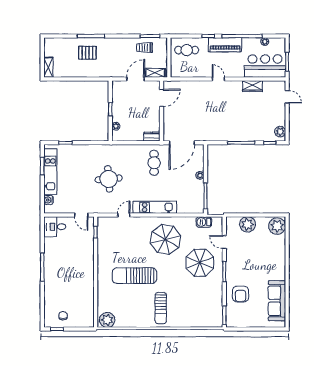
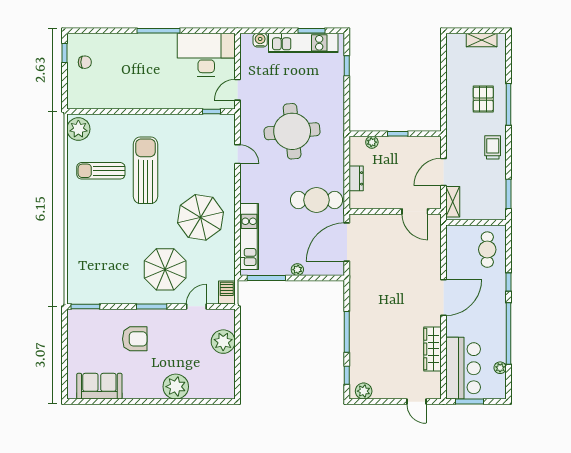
piano: (225, 45) -> (495, 308), removed
trolley: (144, 48) -> (493, 147), moved
shelving: (48, 67) -> (482, 40), moved
door: (136, 79) -> (443, 172), swing flipped
door: (218, 79) -> (443, 298), width x1.88
wardrobe: (252, 86) -> (433, 349), width x1.50
door: (287, 97) -> (416, 402), hinge flipped
dresser: (152, 137) -> (356, 178), moved
door: (182, 143) -> (347, 242), hinge flipped
cafe table: (154, 163) -> (316, 200), width x1.37, depth x1.35
round table: (109, 179) -> (292, 131), width x1.36, depth x1.36
kitchen unit: (155, 207) -> (249, 236), moved
barbecue: (204, 222) -> (227, 292), moved
plant: (277, 226) -> (176, 387), moved
desk: (55, 227) -> (206, 55), width x1.87, depth x1.30
armchair: (240, 294) -> (135, 339), moved, turned 180
sofa: (277, 301) -> (99, 386), width x0.73
sun lounger: (161, 308) -> (101, 171), moved

